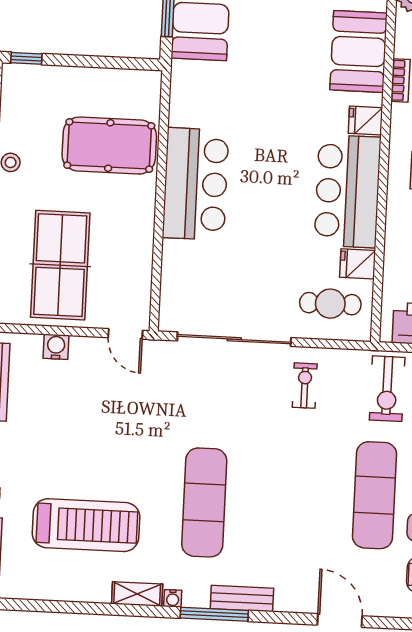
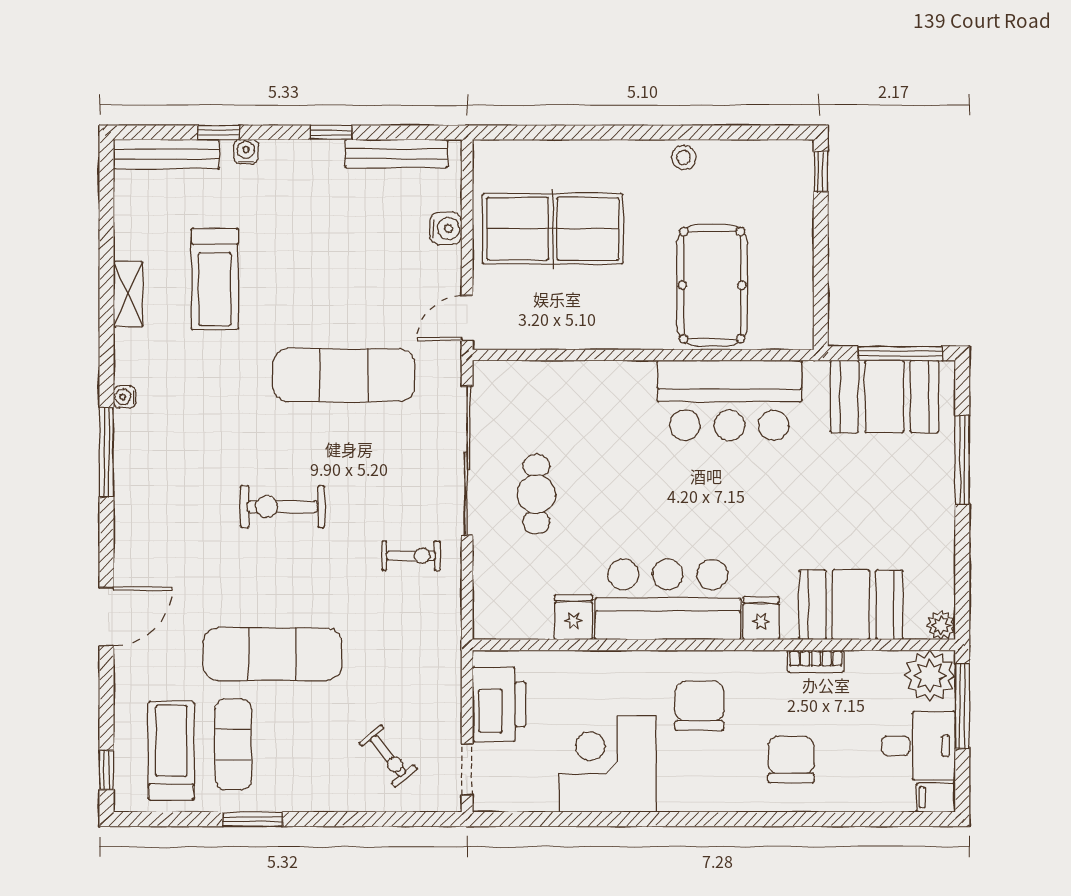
bar counter: (196, 184) -> (729, 400), moved
cafe table: (330, 304) -> (536, 494), moved
exercise bike: (387, 389) -> (283, 507), moved
exercise mat: (204, 502) -> (344, 375), moved
treadmill: (86, 525) -> (215, 279), width x0.73, depth x0.73
shelving: (137, 594) -> (128, 294), moved
bench: (242, 599) -> (129, 487), removed

